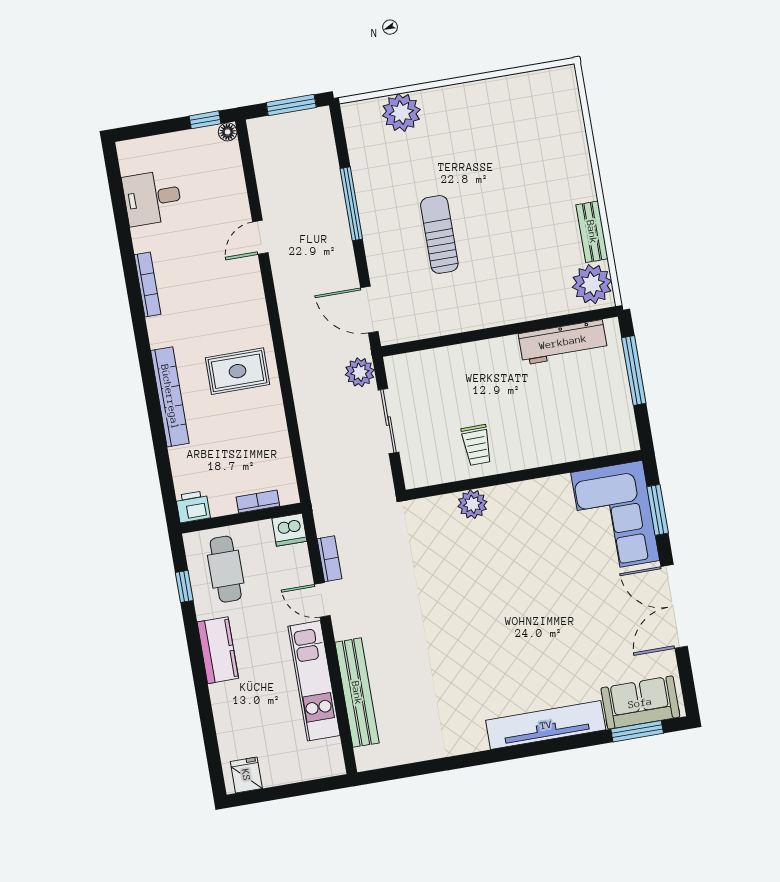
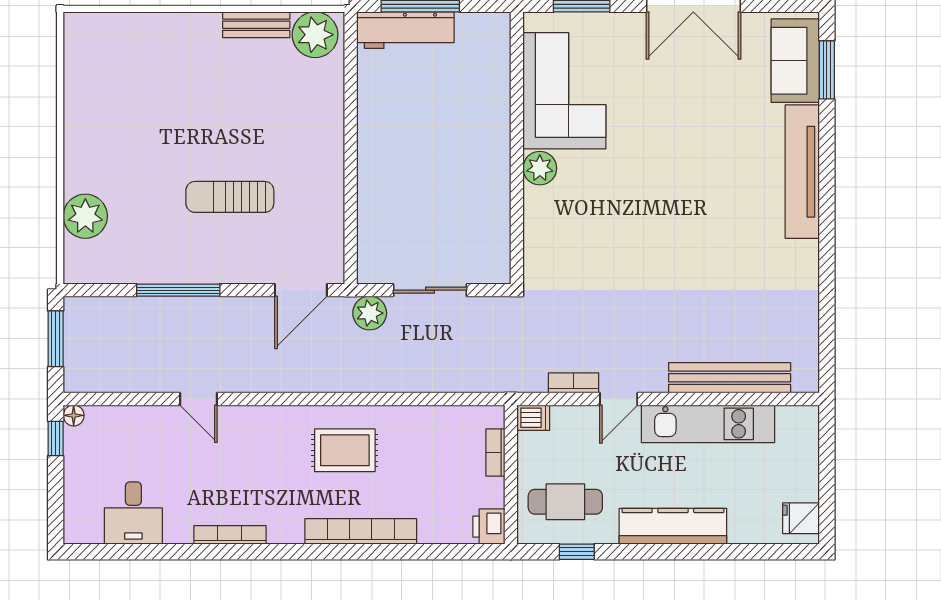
workbench: (563, 342) -> (405, 30), moved, turned 90
rug: (238, 371) -> (345, 450), turned 90
trolley: (477, 445) -> (474, 195), removed
plant: (472, 504) -> (540, 168), moved
corner sofa: (615, 517) -> (564, 91), moved, turned -90
dishwasher: (289, 530) -> (533, 418), width x0.73
kitchen counter: (218, 650) -> (673, 526), width x1.50

